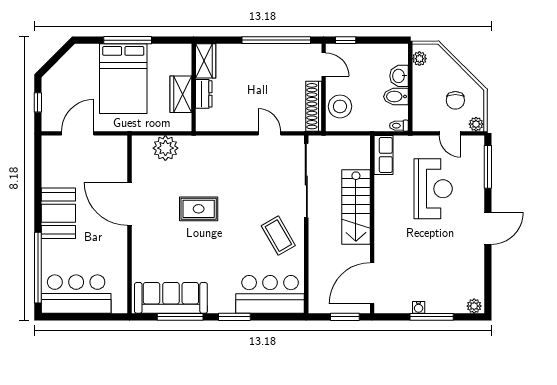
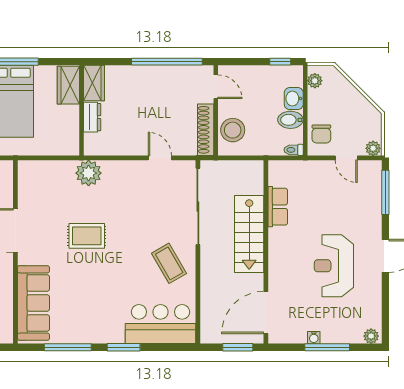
window: (346, 40) -> (280, 62), moved
wardrobe: (181, 94) -> (68, 85), moved
chair: (455, 100) -> (321, 134), moved
plant: (165, 148) -> (89, 173), moved
row of seats: (384, 155) -> (278, 207), moved
reception desk: (433, 189) -> (334, 266), moved, turned 180
sofa: (171, 298) -> (33, 303), moved, turned 90

